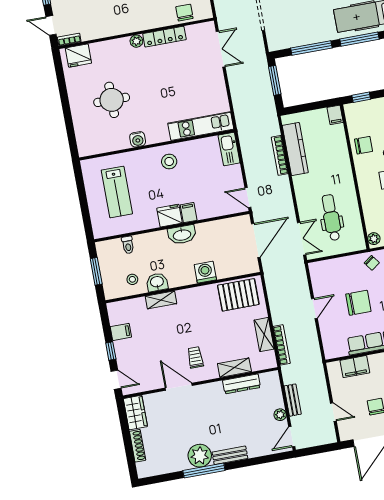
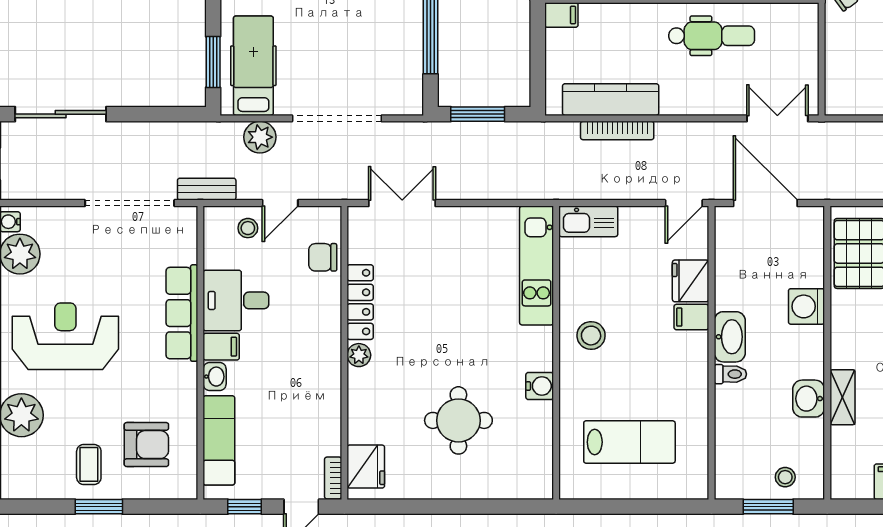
fridge: (169, 216) -> (691, 281), moved
dental chair: (331, 218) -> (712, 36), moved, turned 180
toilet: (128, 245) -> (730, 374), moved
stool: (132, 279) -> (785, 477), moved

